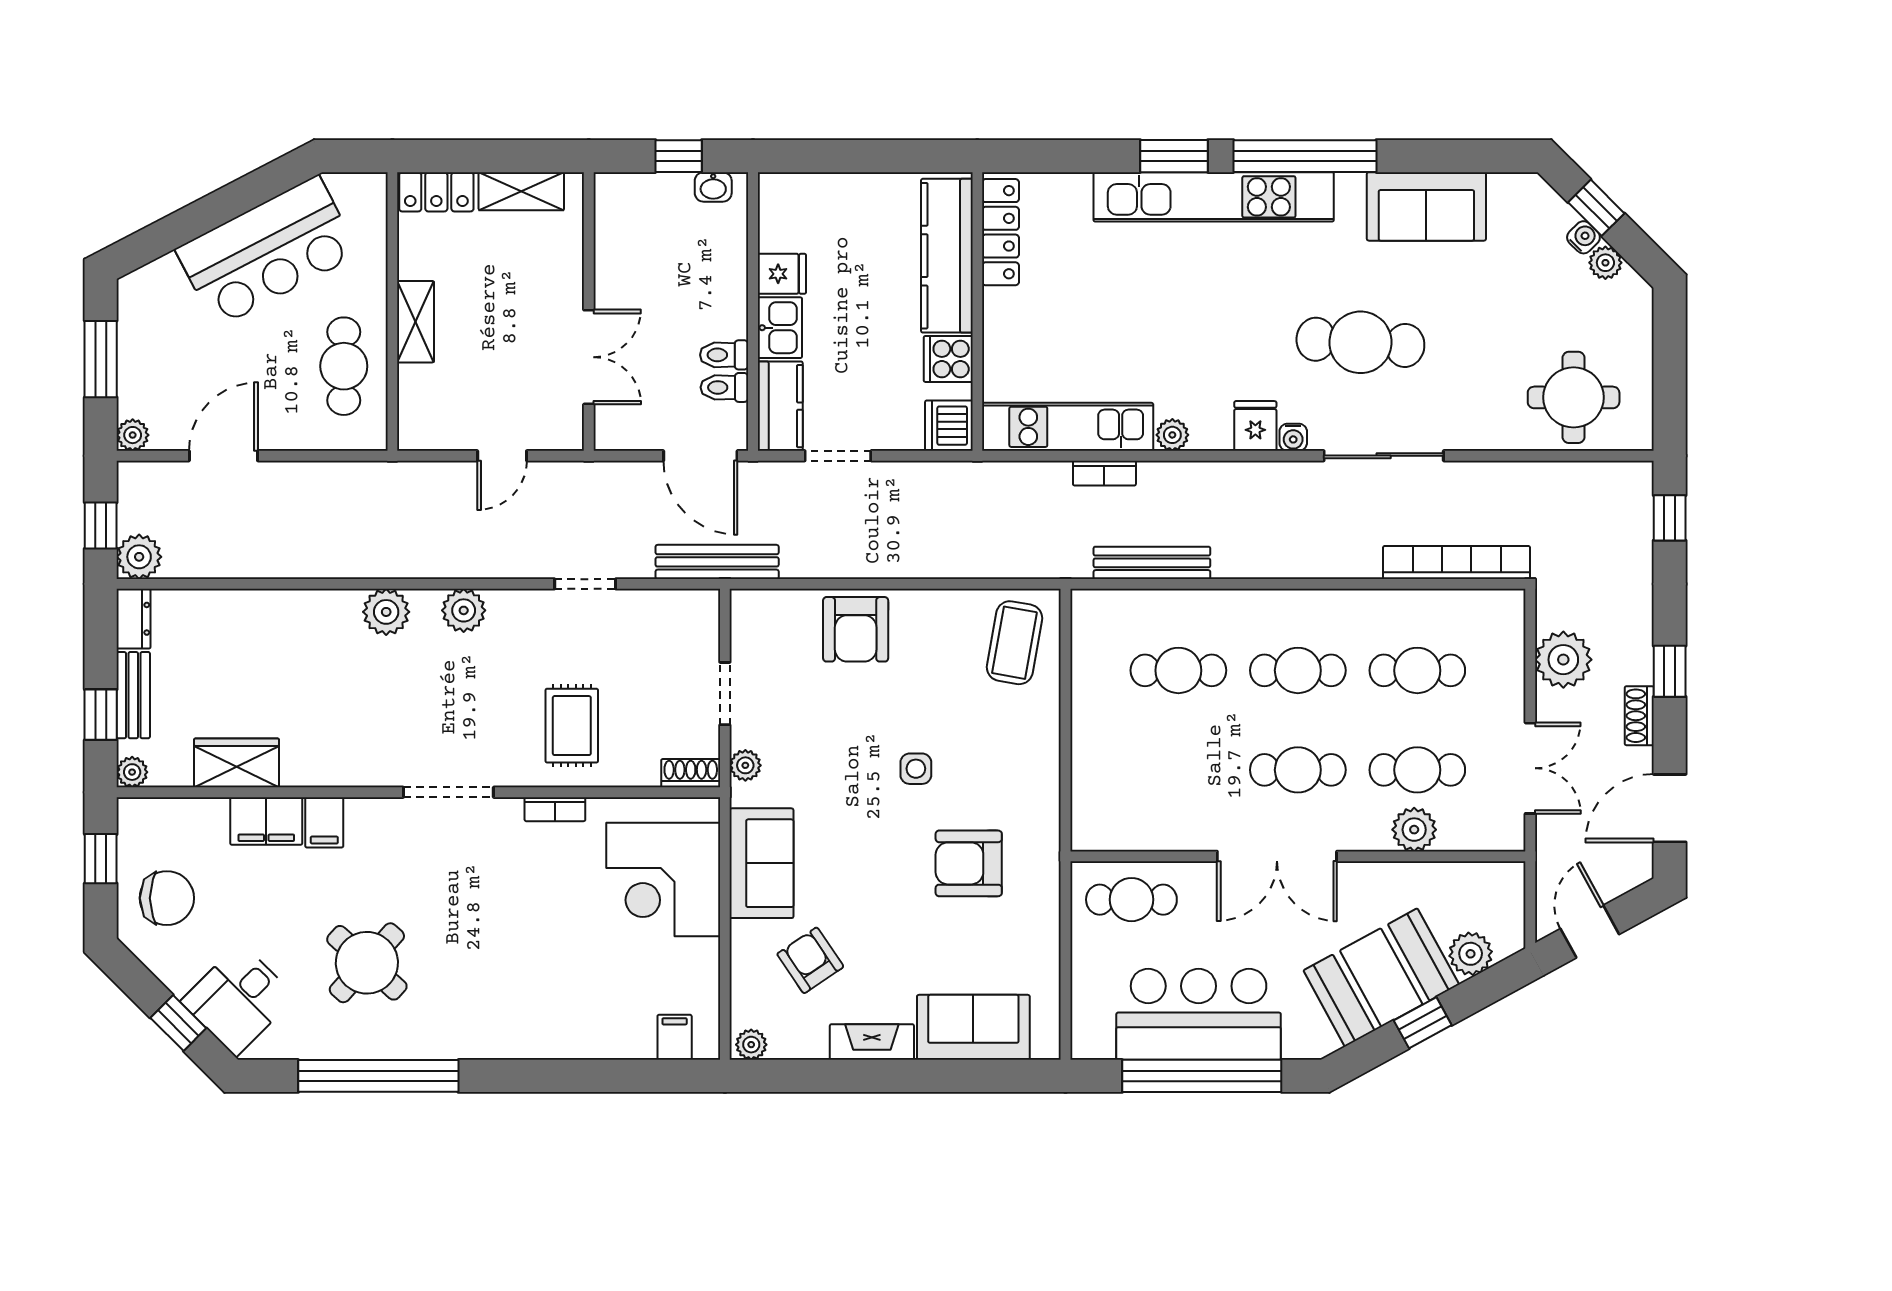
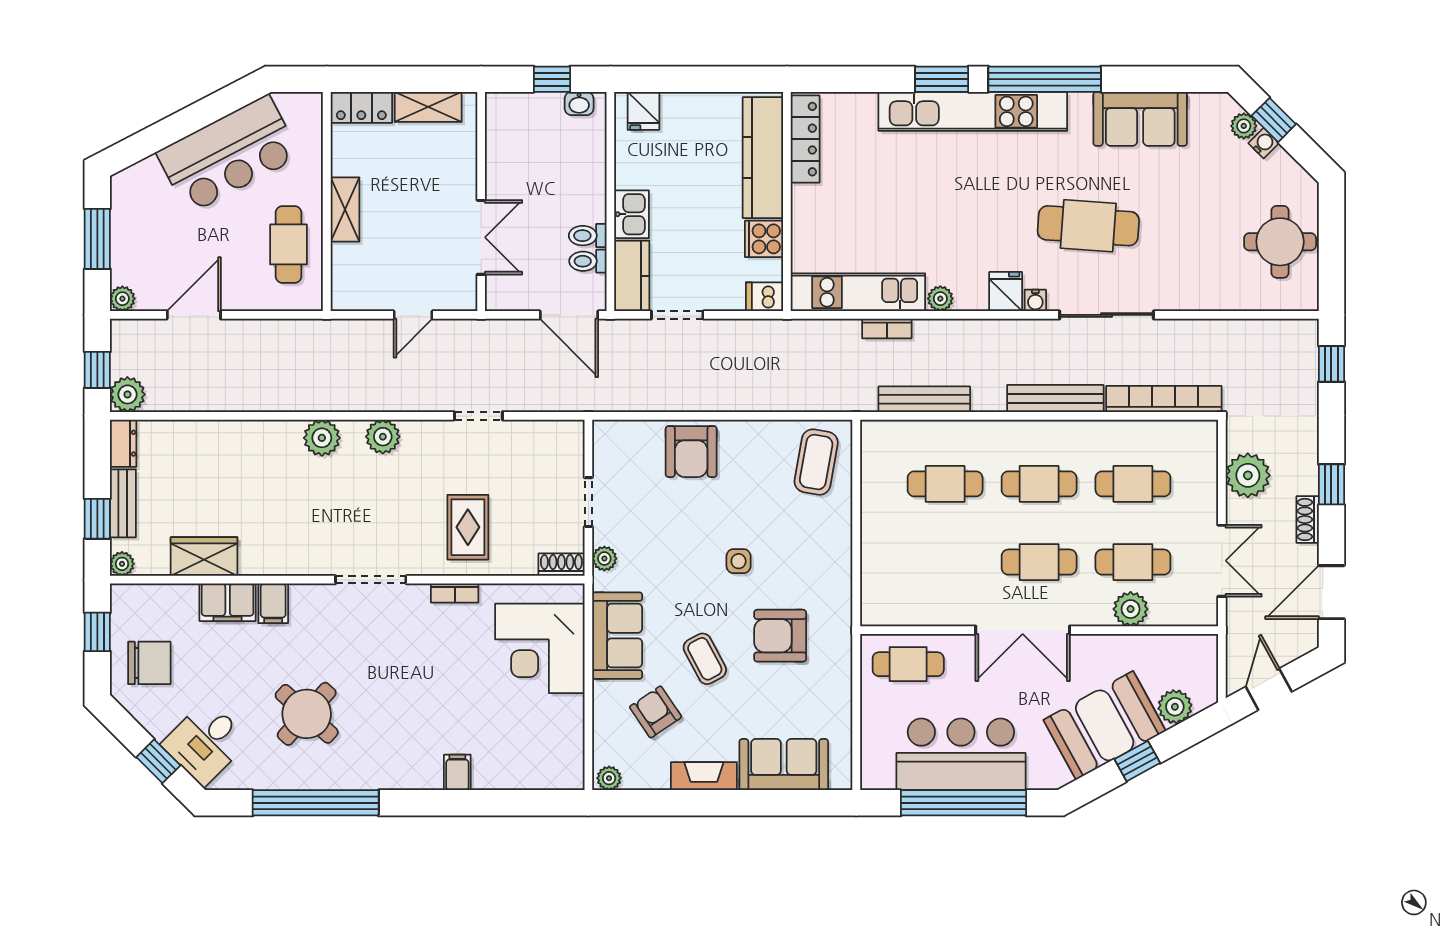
plant: (1605, 263) -> (1244, 126), moved
fridge: (782, 274) -> (644, 111), moved, turned 90
round table: (1574, 397) -> (1280, 242), moved
dishwasher: (949, 426) -> (764, 297), width x0.73
bench: (717, 562) -> (1055, 399), moved
coffee table: (873, 893) -> (705, 659), added
filing cabinet: (675, 1037) -> (457, 772), moved

